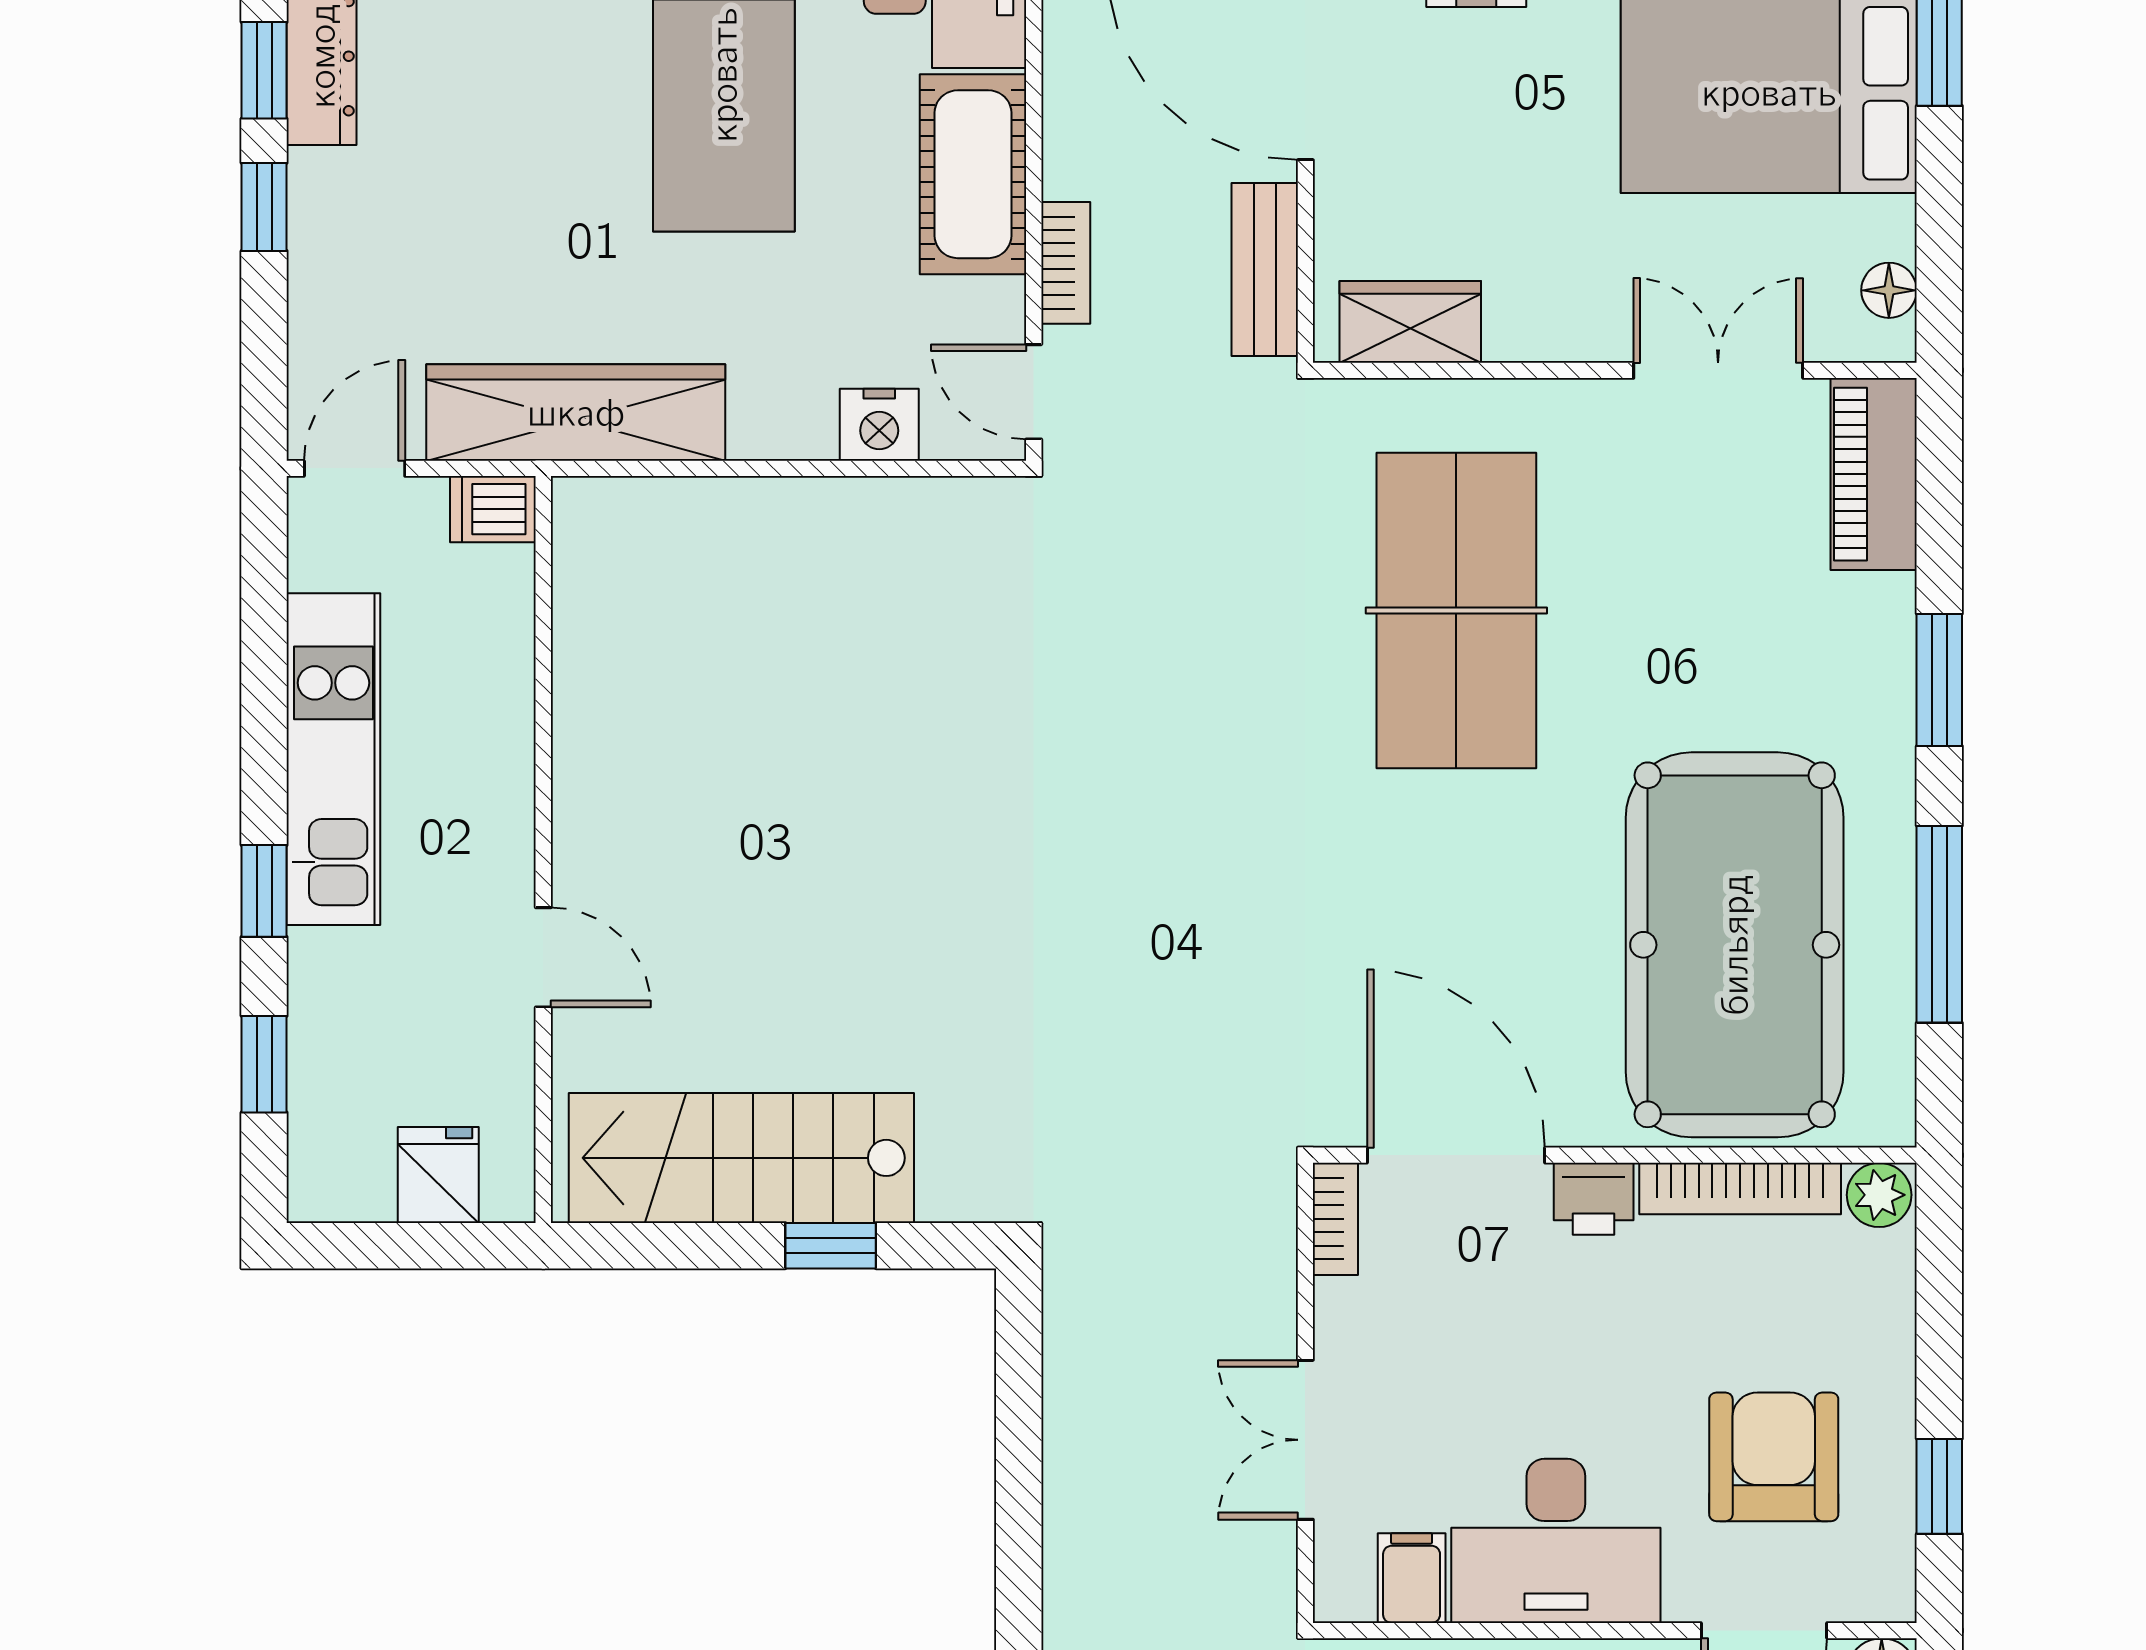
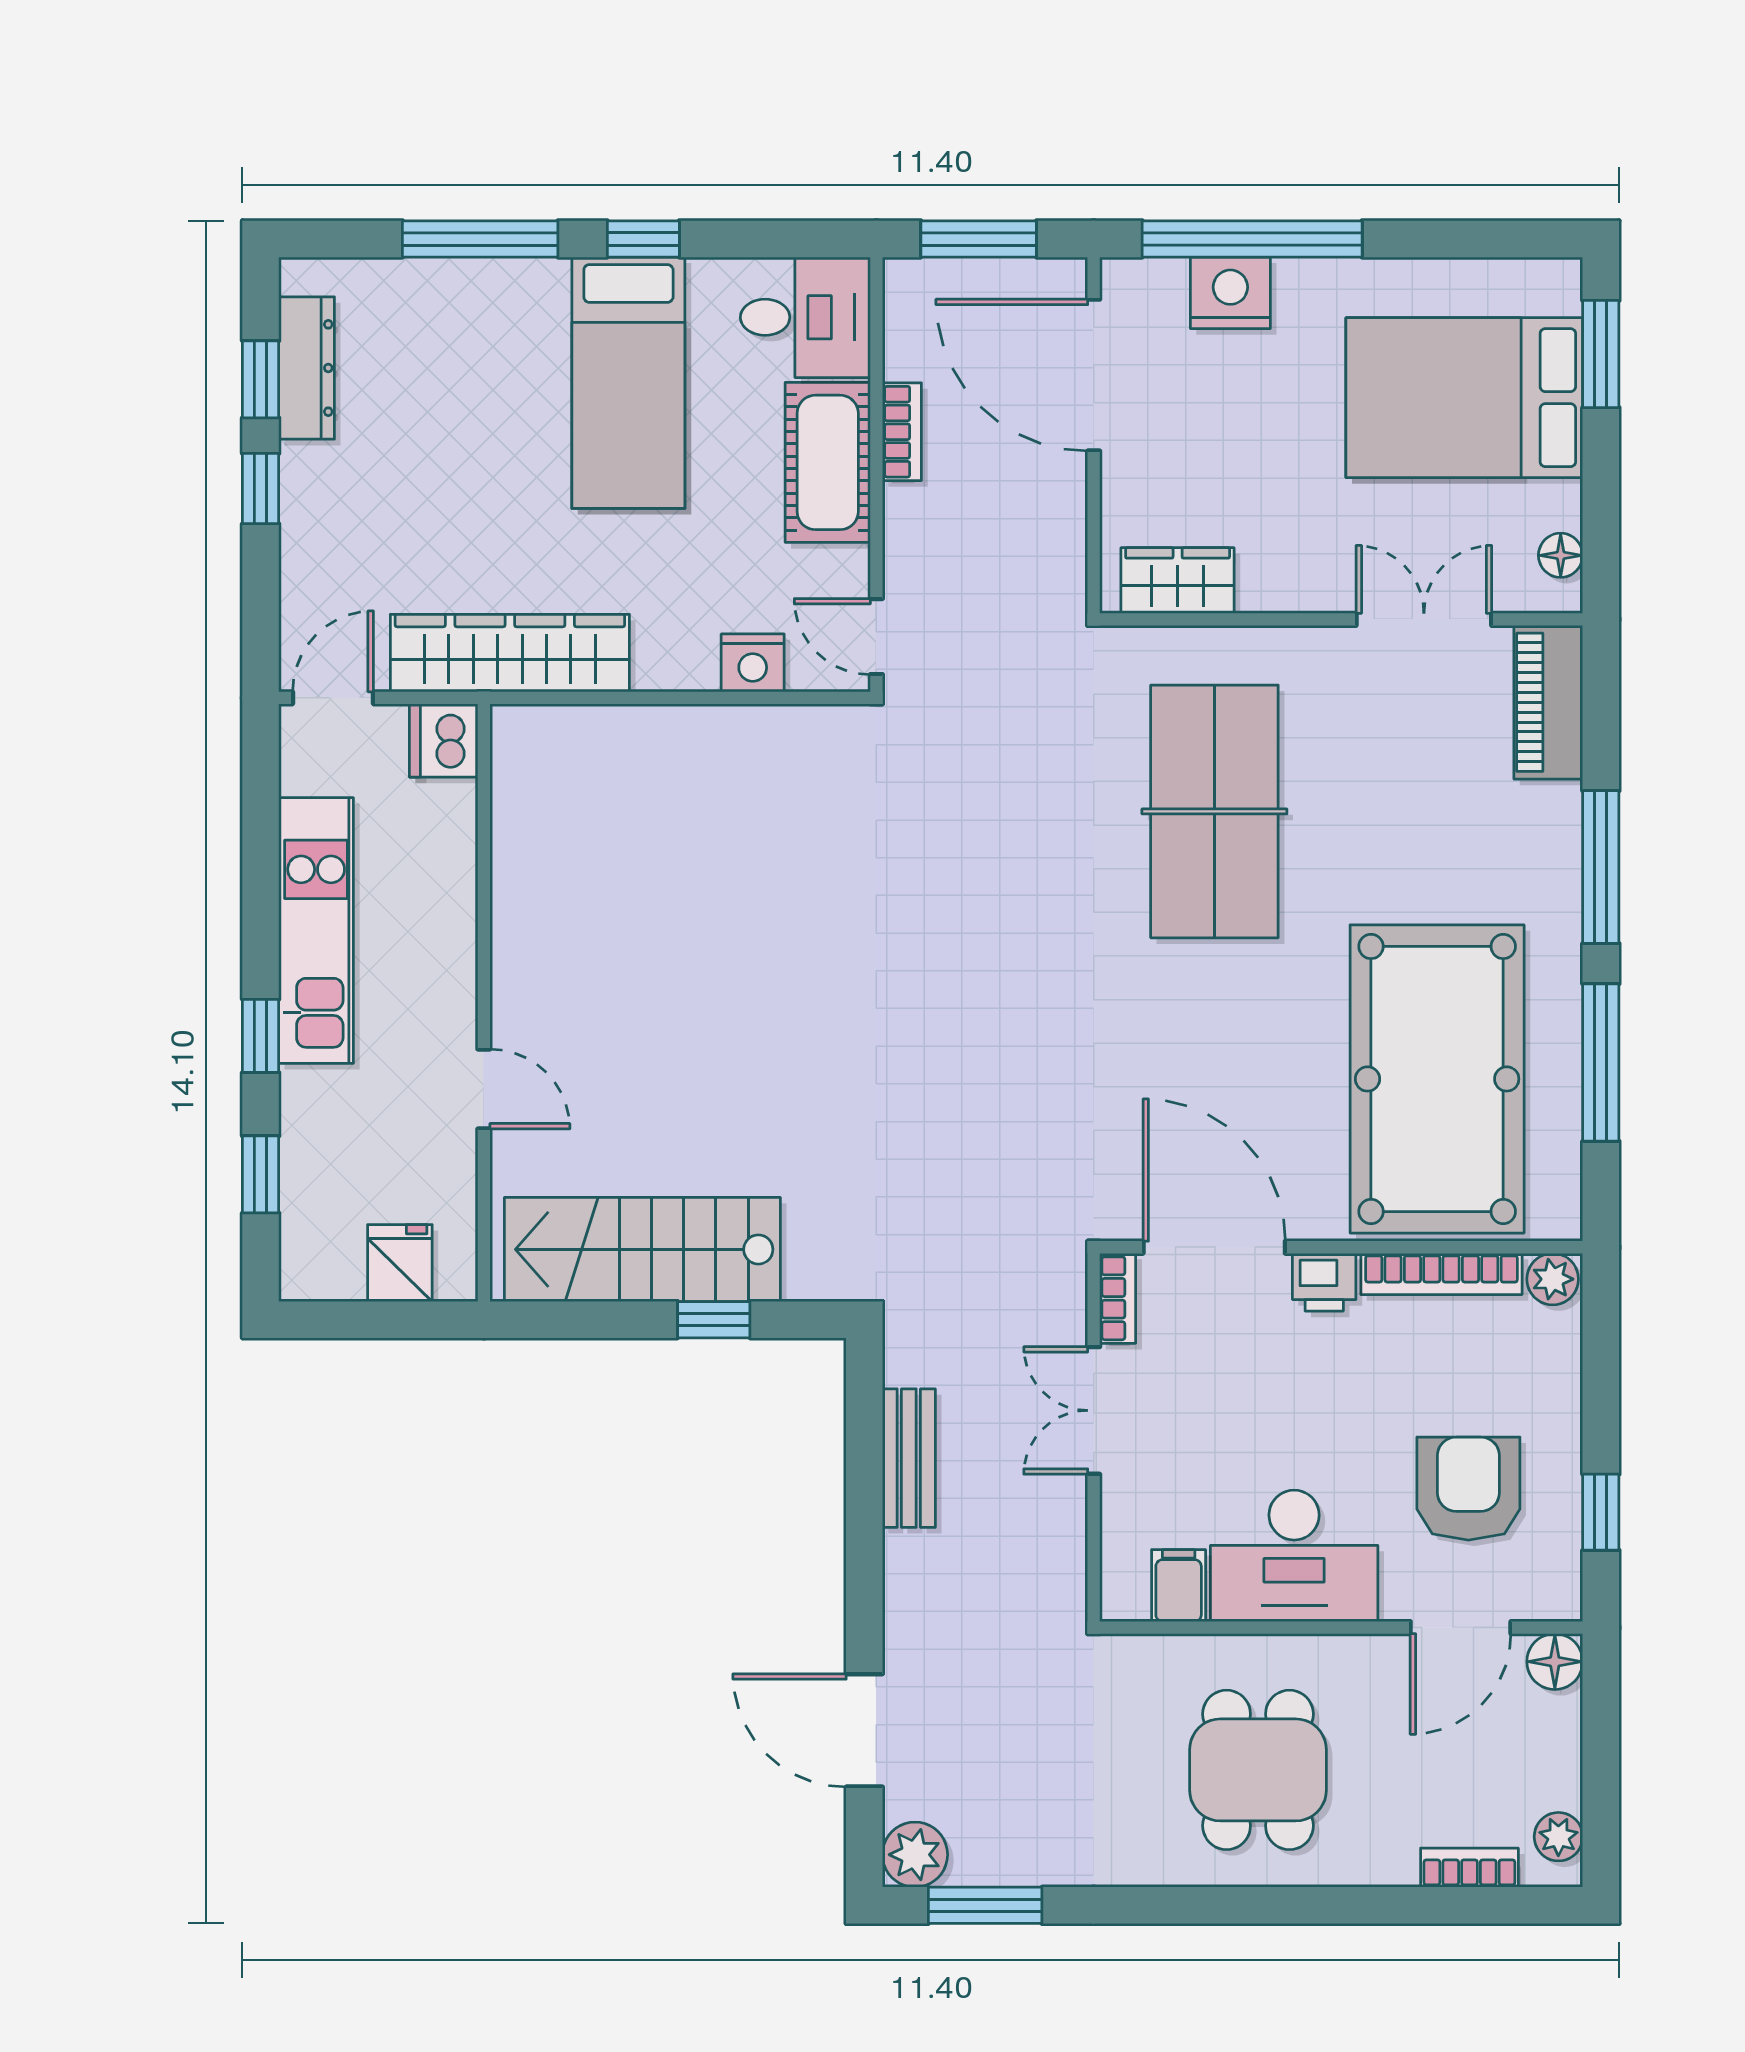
bookcase: (1066, 263) -> (902, 432), moved
bench: (1265, 270) -> (909, 1458), moved
dishwasher: (493, 509) -> (444, 740), width x1.38
window: (1939, 680) -> (1601, 867), width x1.44
double door: (1305, 1440) -> (1094, 1410), moved

